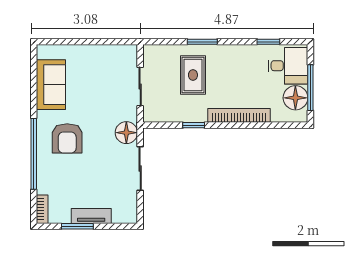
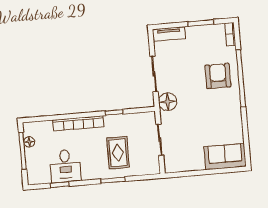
desk: (288, 66) -> (65, 166), moved, turned -90
sofa: (51, 85) -> (225, 157), moved, turned 90
floor lamp: (295, 98) -> (29, 142), width x0.53, depth x0.53
armchair: (67, 138) -> (218, 76), moved
tv unit: (91, 216) -> (169, 34), moved

